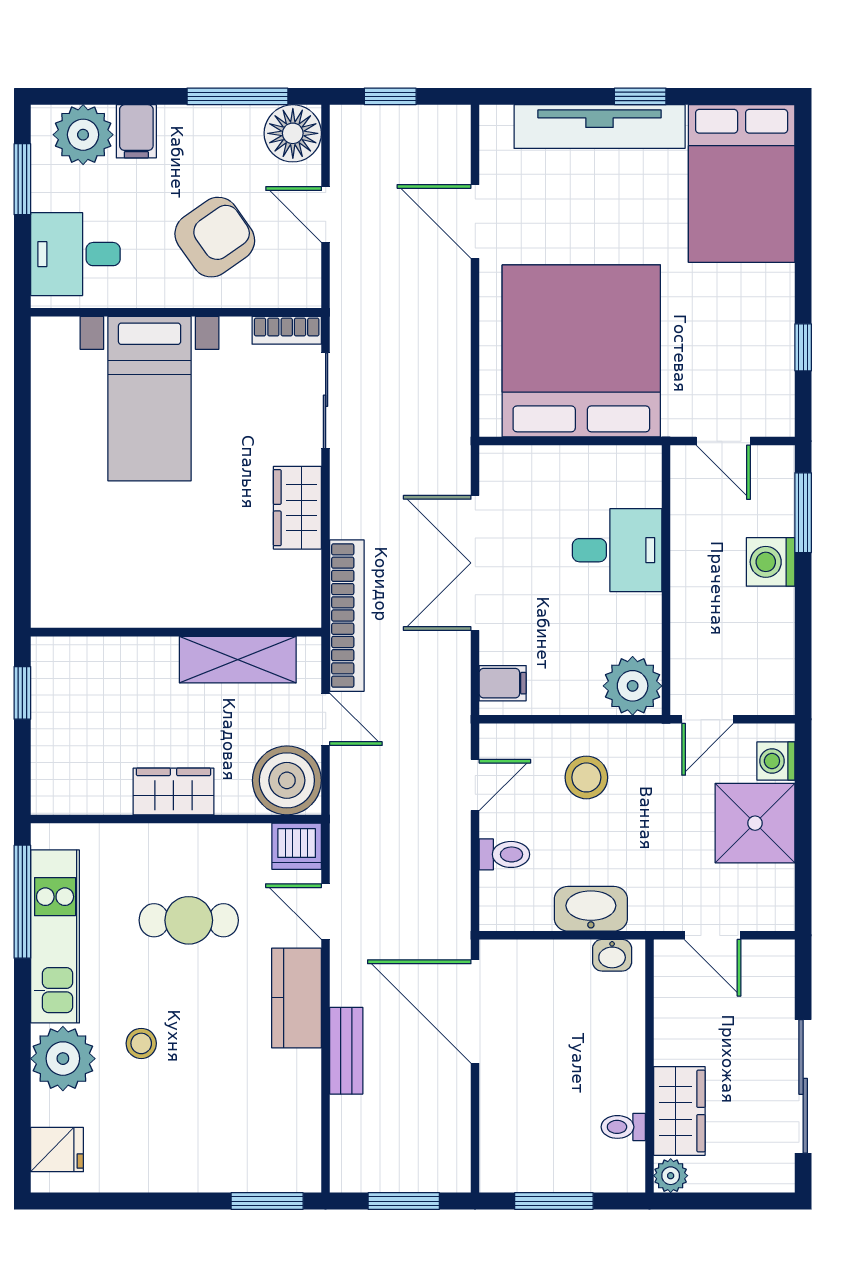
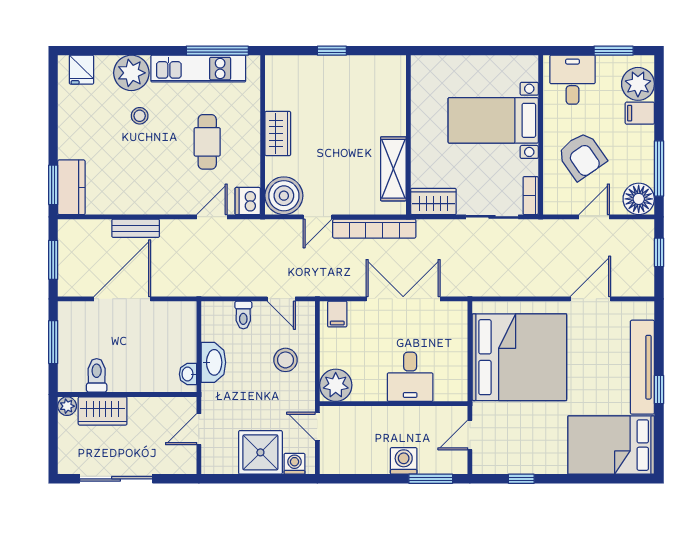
wall: (176, 632) -> (408, 135), moved
shelving: (238, 660) -> (393, 169), moved
kitchen counter: (296, 998) -> (71, 187), moved, turned 90
door: (475, 1012) -> (122, 299), moved
toilet: (623, 1127) -> (97, 375), width x1.37, depth x1.39

